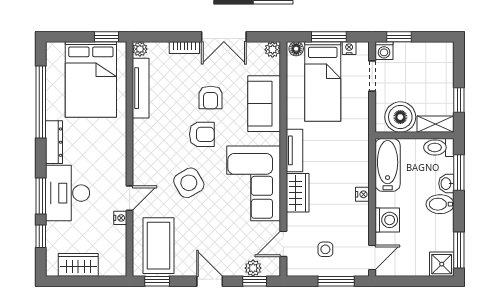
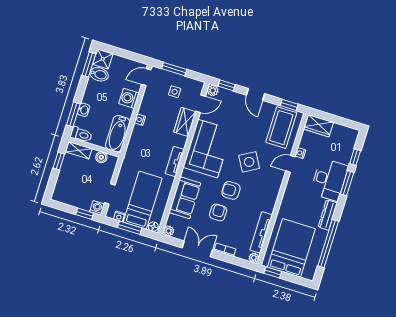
boiler: (400, 117) -> (101, 157), width x0.54, depth x0.54
wardrobe: (298, 193) -> (185, 122), moved
bidet: (440, 204) -> (99, 74), moved
wardrobe: (78, 265) -> (318, 126), moved
plant: (253, 268) -> (213, 90), moved

